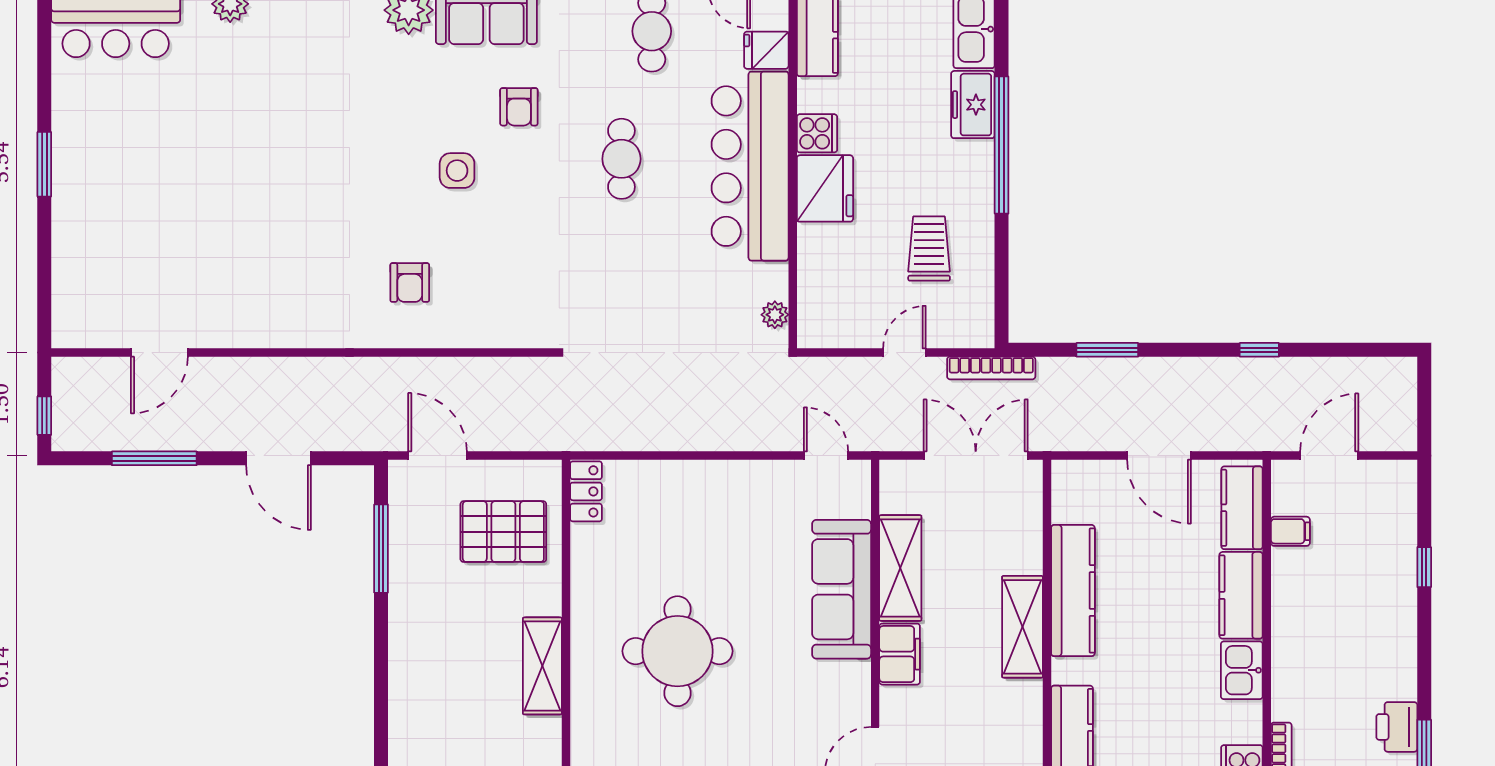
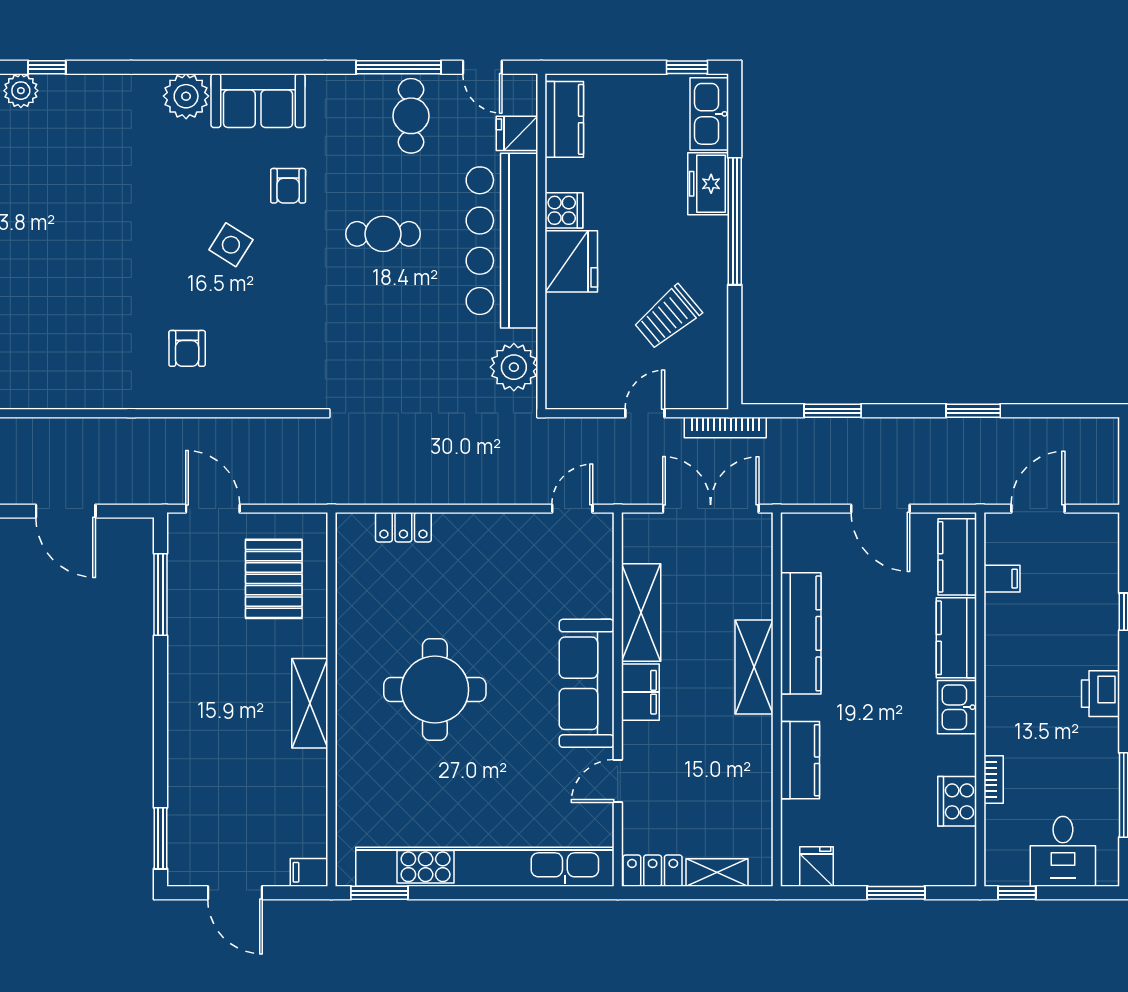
cafe table: (621, 159) -> (383, 234), turned 90
side table: (457, 171) -> (231, 245), turned 32
trolley: (929, 249) -> (668, 317), turned -130
plant: (775, 315) -> (514, 367), width x1.88, depth x1.88
window: (1259, 350) -> (973, 411), width x1.50
door: (826, 456) -> (572, 509), hinge flipped
locker: (586, 491) -> (403, 527), moved, turned 90
pallet: (503, 532) -> (274, 579), turned 90
sofa: (842, 589) -> (587, 683), moved
printer: (1397, 727) -> (1101, 694), moved

